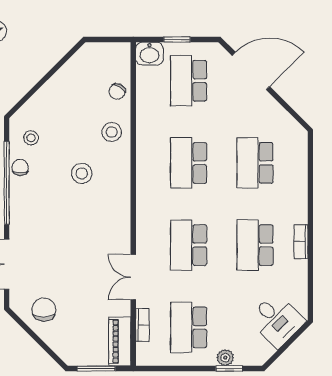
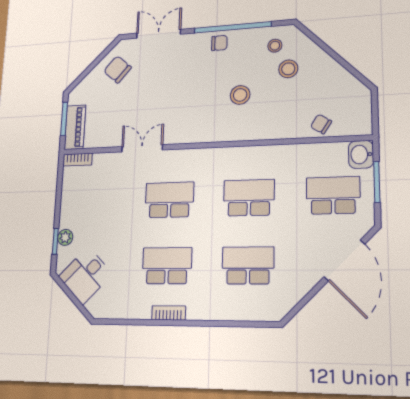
window: (177, 39) -> (377, 182), width x1.50
stool: (112, 132) -> (288, 69), moved
chair: (20, 167) -> (219, 43), moved
chair: (44, 310) -> (117, 69), turned -139
desk: (277, 320) -> (85, 275), moved
bookcase: (142, 325) -> (78, 160), moved
school desk: (189, 327) -> (94, 202), removed
piano: (120, 341) -> (75, 127), moved, turned 90

